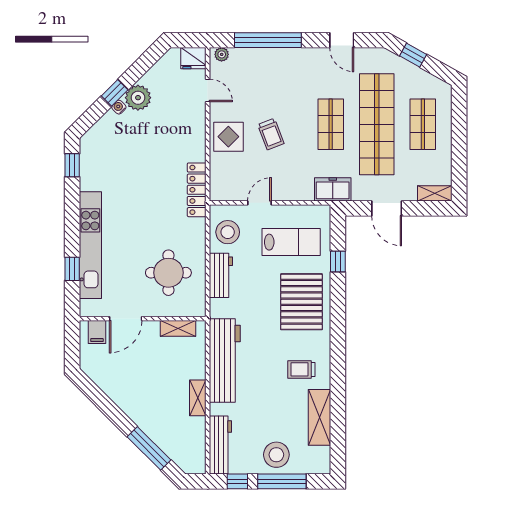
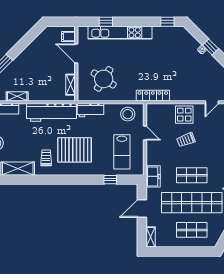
plant: (138, 98) -> (208, 61), removed
round table: (168, 273) -> (104, 79), turned 32
workbench: (221, 275) -> (90, 110), moved
pallet: (301, 302) -> (75, 150), moved
shelving: (198, 398) -> (17, 96), moved

